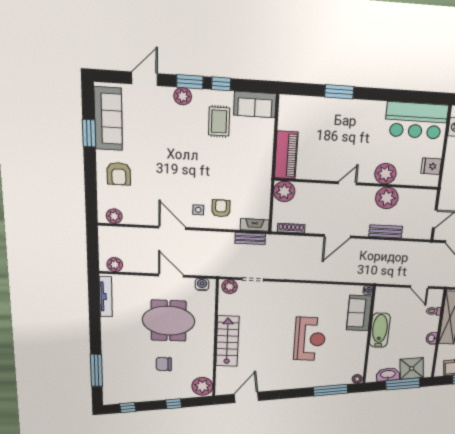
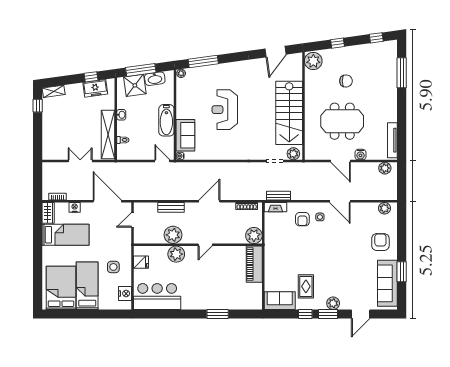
water cooler: (202, 284) -> (360, 155), moved
door: (419, 287) -> (162, 161), moved
stairs: (227, 341) -> (289, 113), width x1.36, depth x1.51

